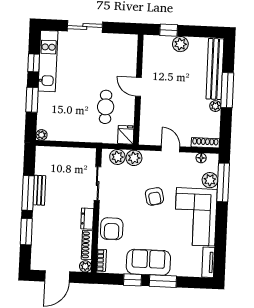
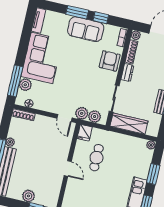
door: (171, 149) -> (65, 118), moved
wardrobe: (73, 156) -> (129, 124), added
armchair: (154, 196) -> (71, 80), removed

